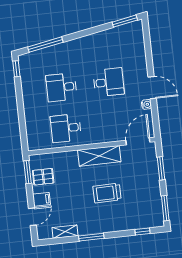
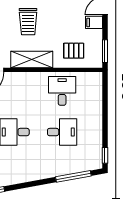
desk: (66, 128) -> (62, 91), turned -90
pallet: (43, 177) -> (74, 51), moved
trolley: (107, 193) -> (28, 22), turned 91

